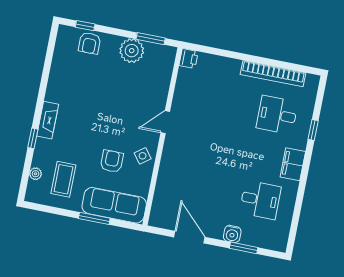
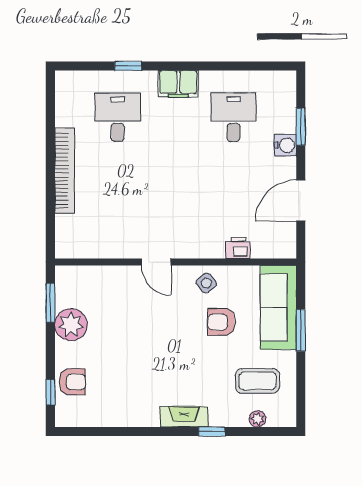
printer: (189, 59) -> (238, 248), moved
bookcase: (273, 74) -> (65, 171), moved
desk: (277, 115) -> (118, 117), turned 180

